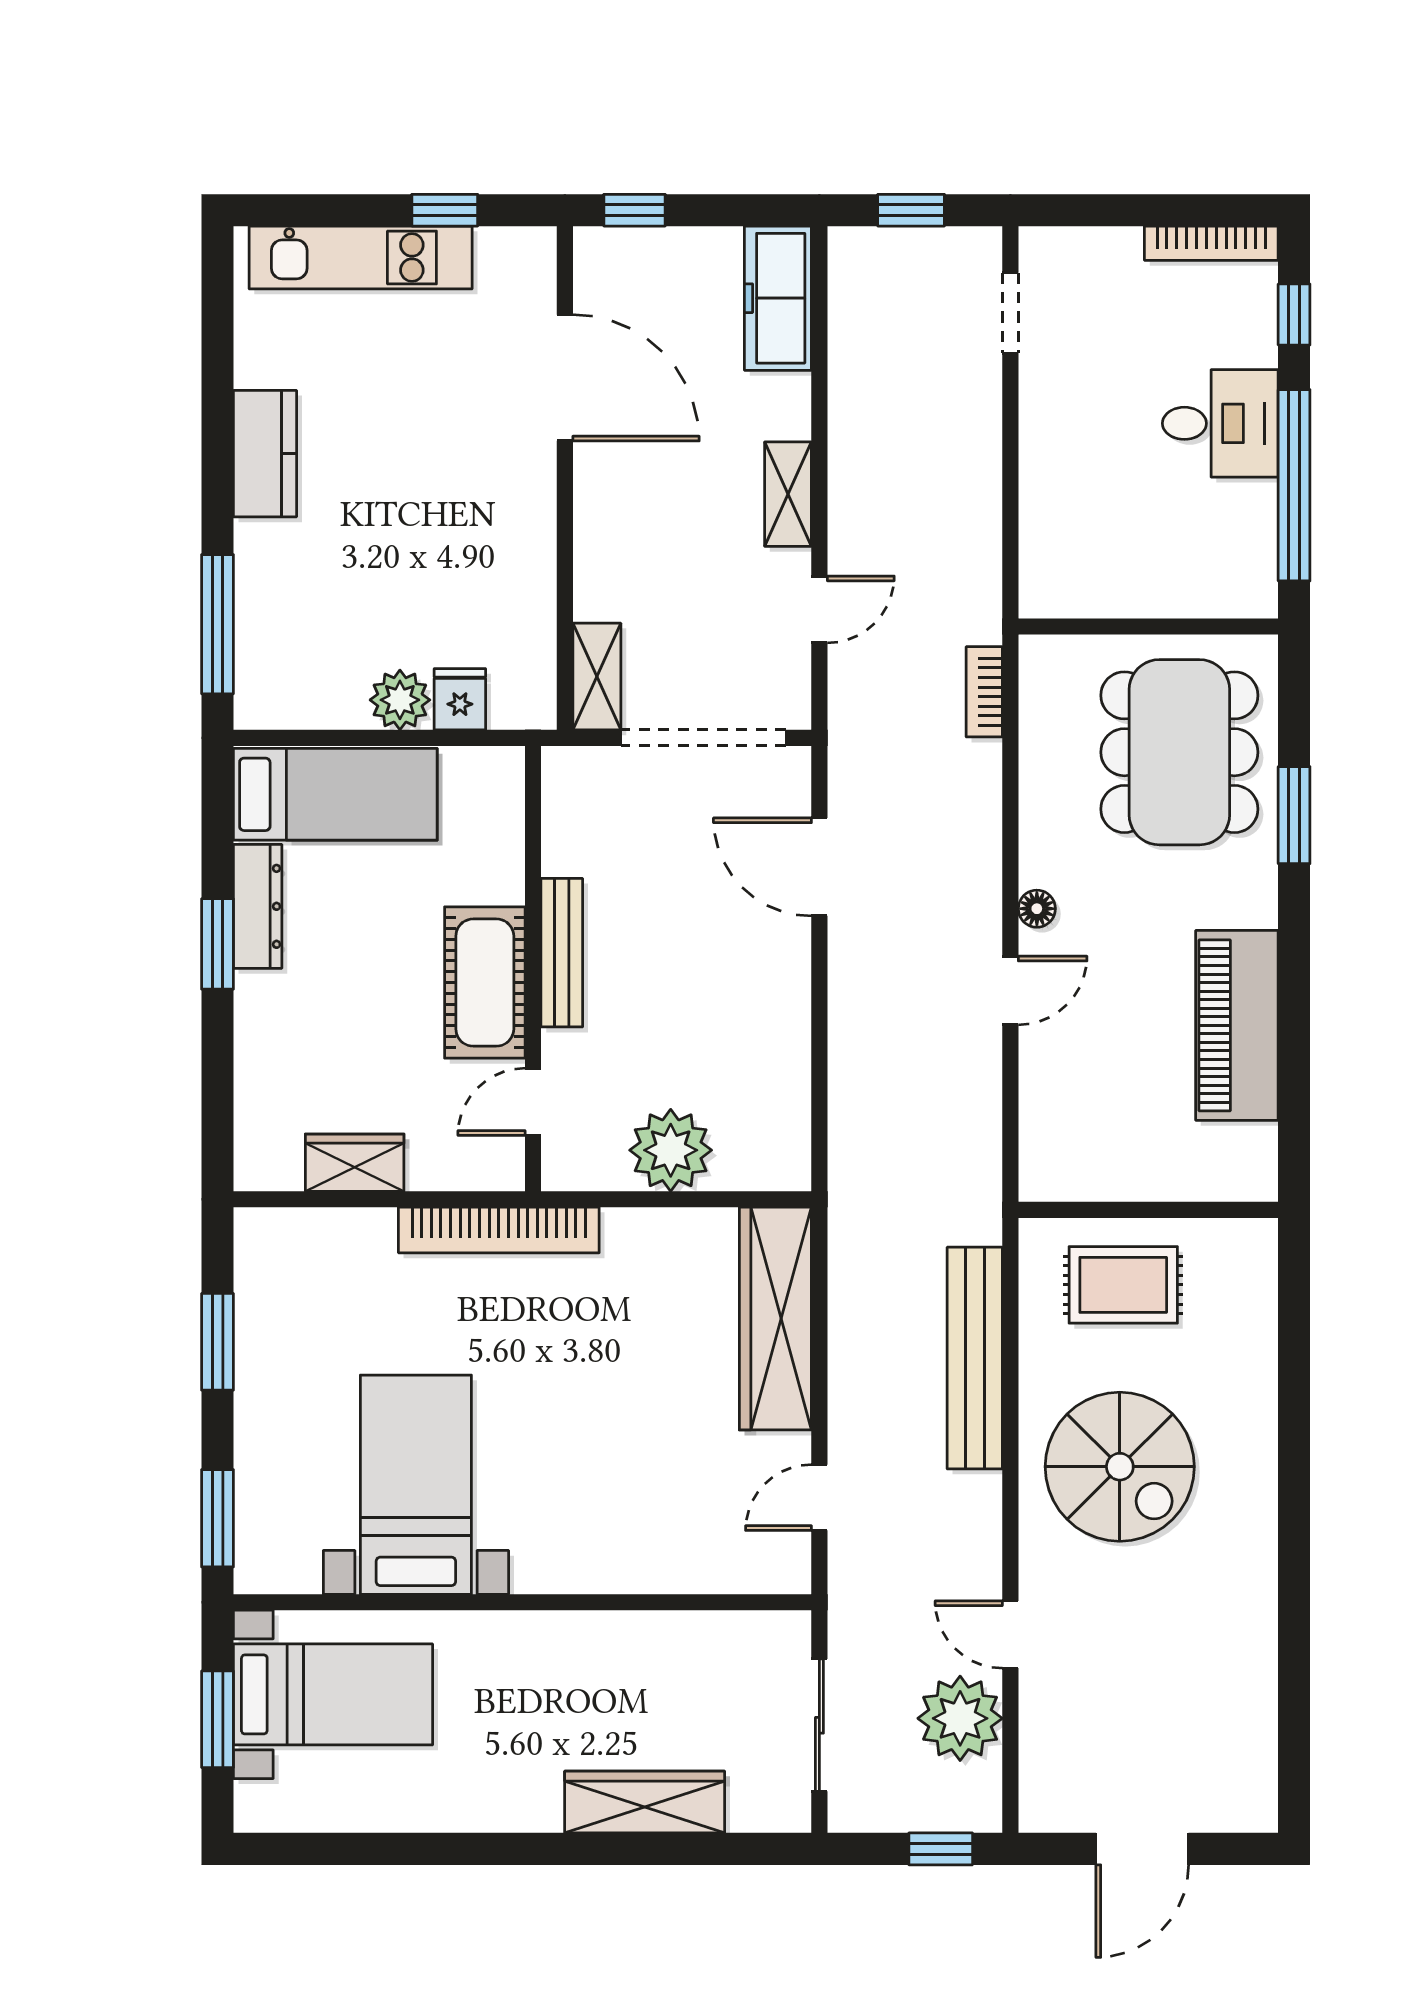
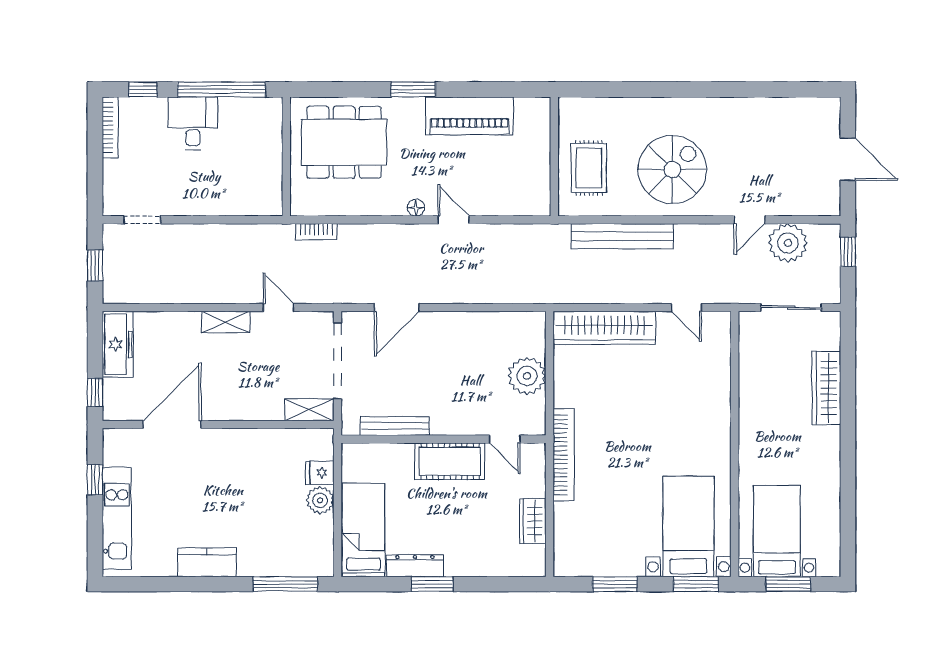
freezer: (778, 298) -> (118, 344), moved, turned -90
window: (1294, 815) -> (413, 90), moved
bench: (562, 953) -> (395, 426), moved
bed with nightstands: (416, 1485) -> (688, 526), moved, turned 90

